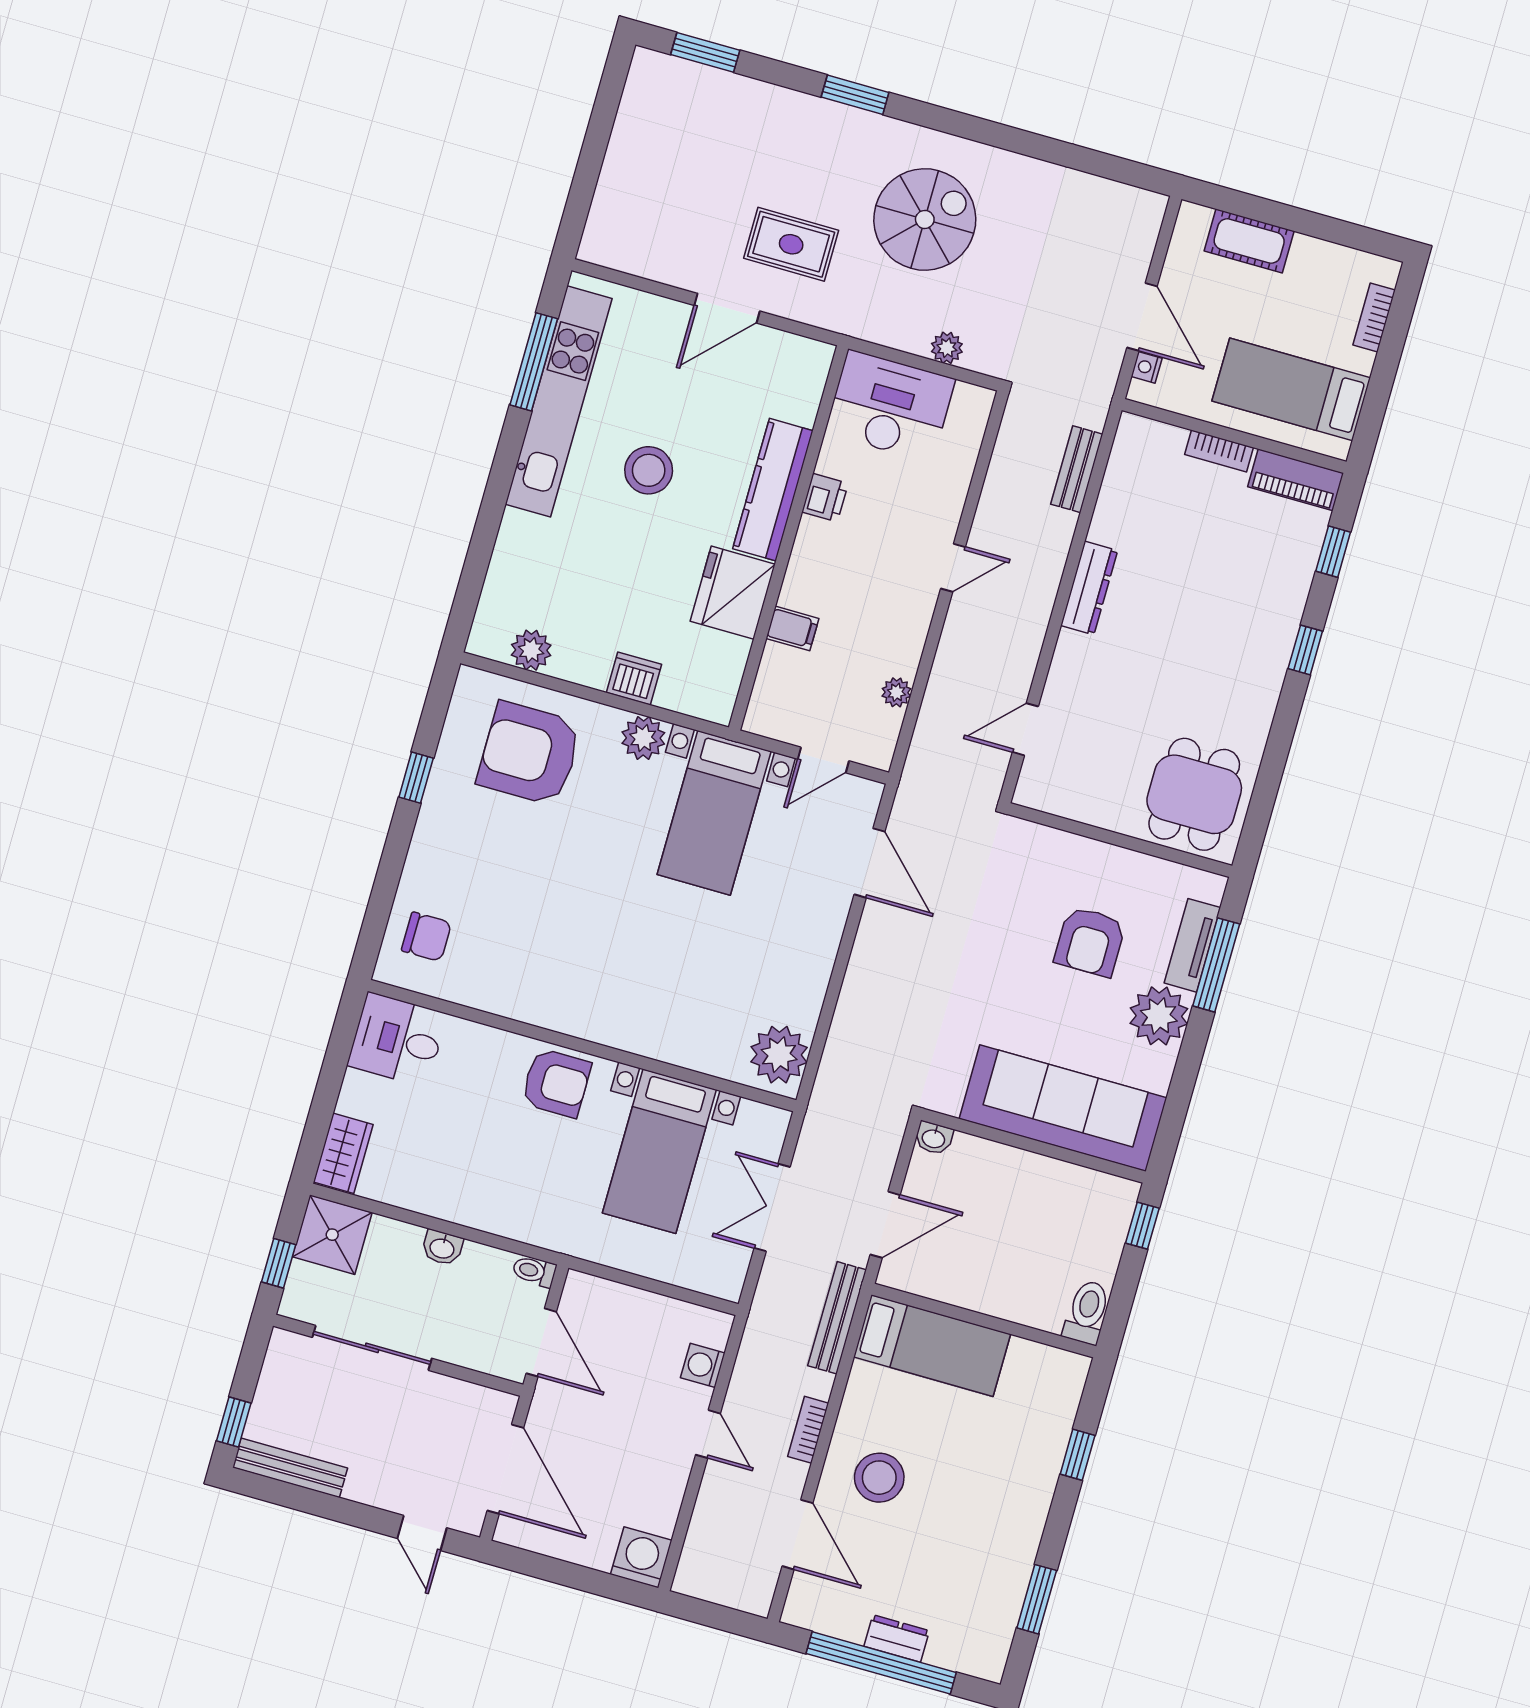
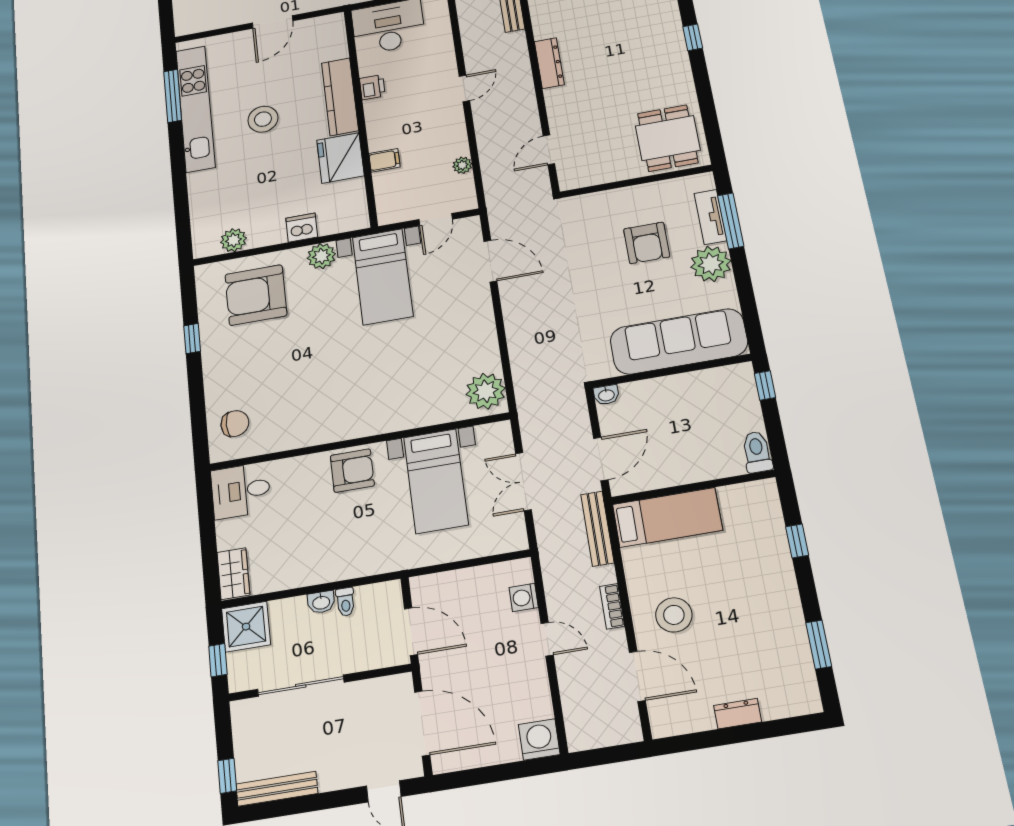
toilet: (534, 1271) -> (345, 602), moved, turned -90
window: (881, 1663) -> (735, 735), removed

